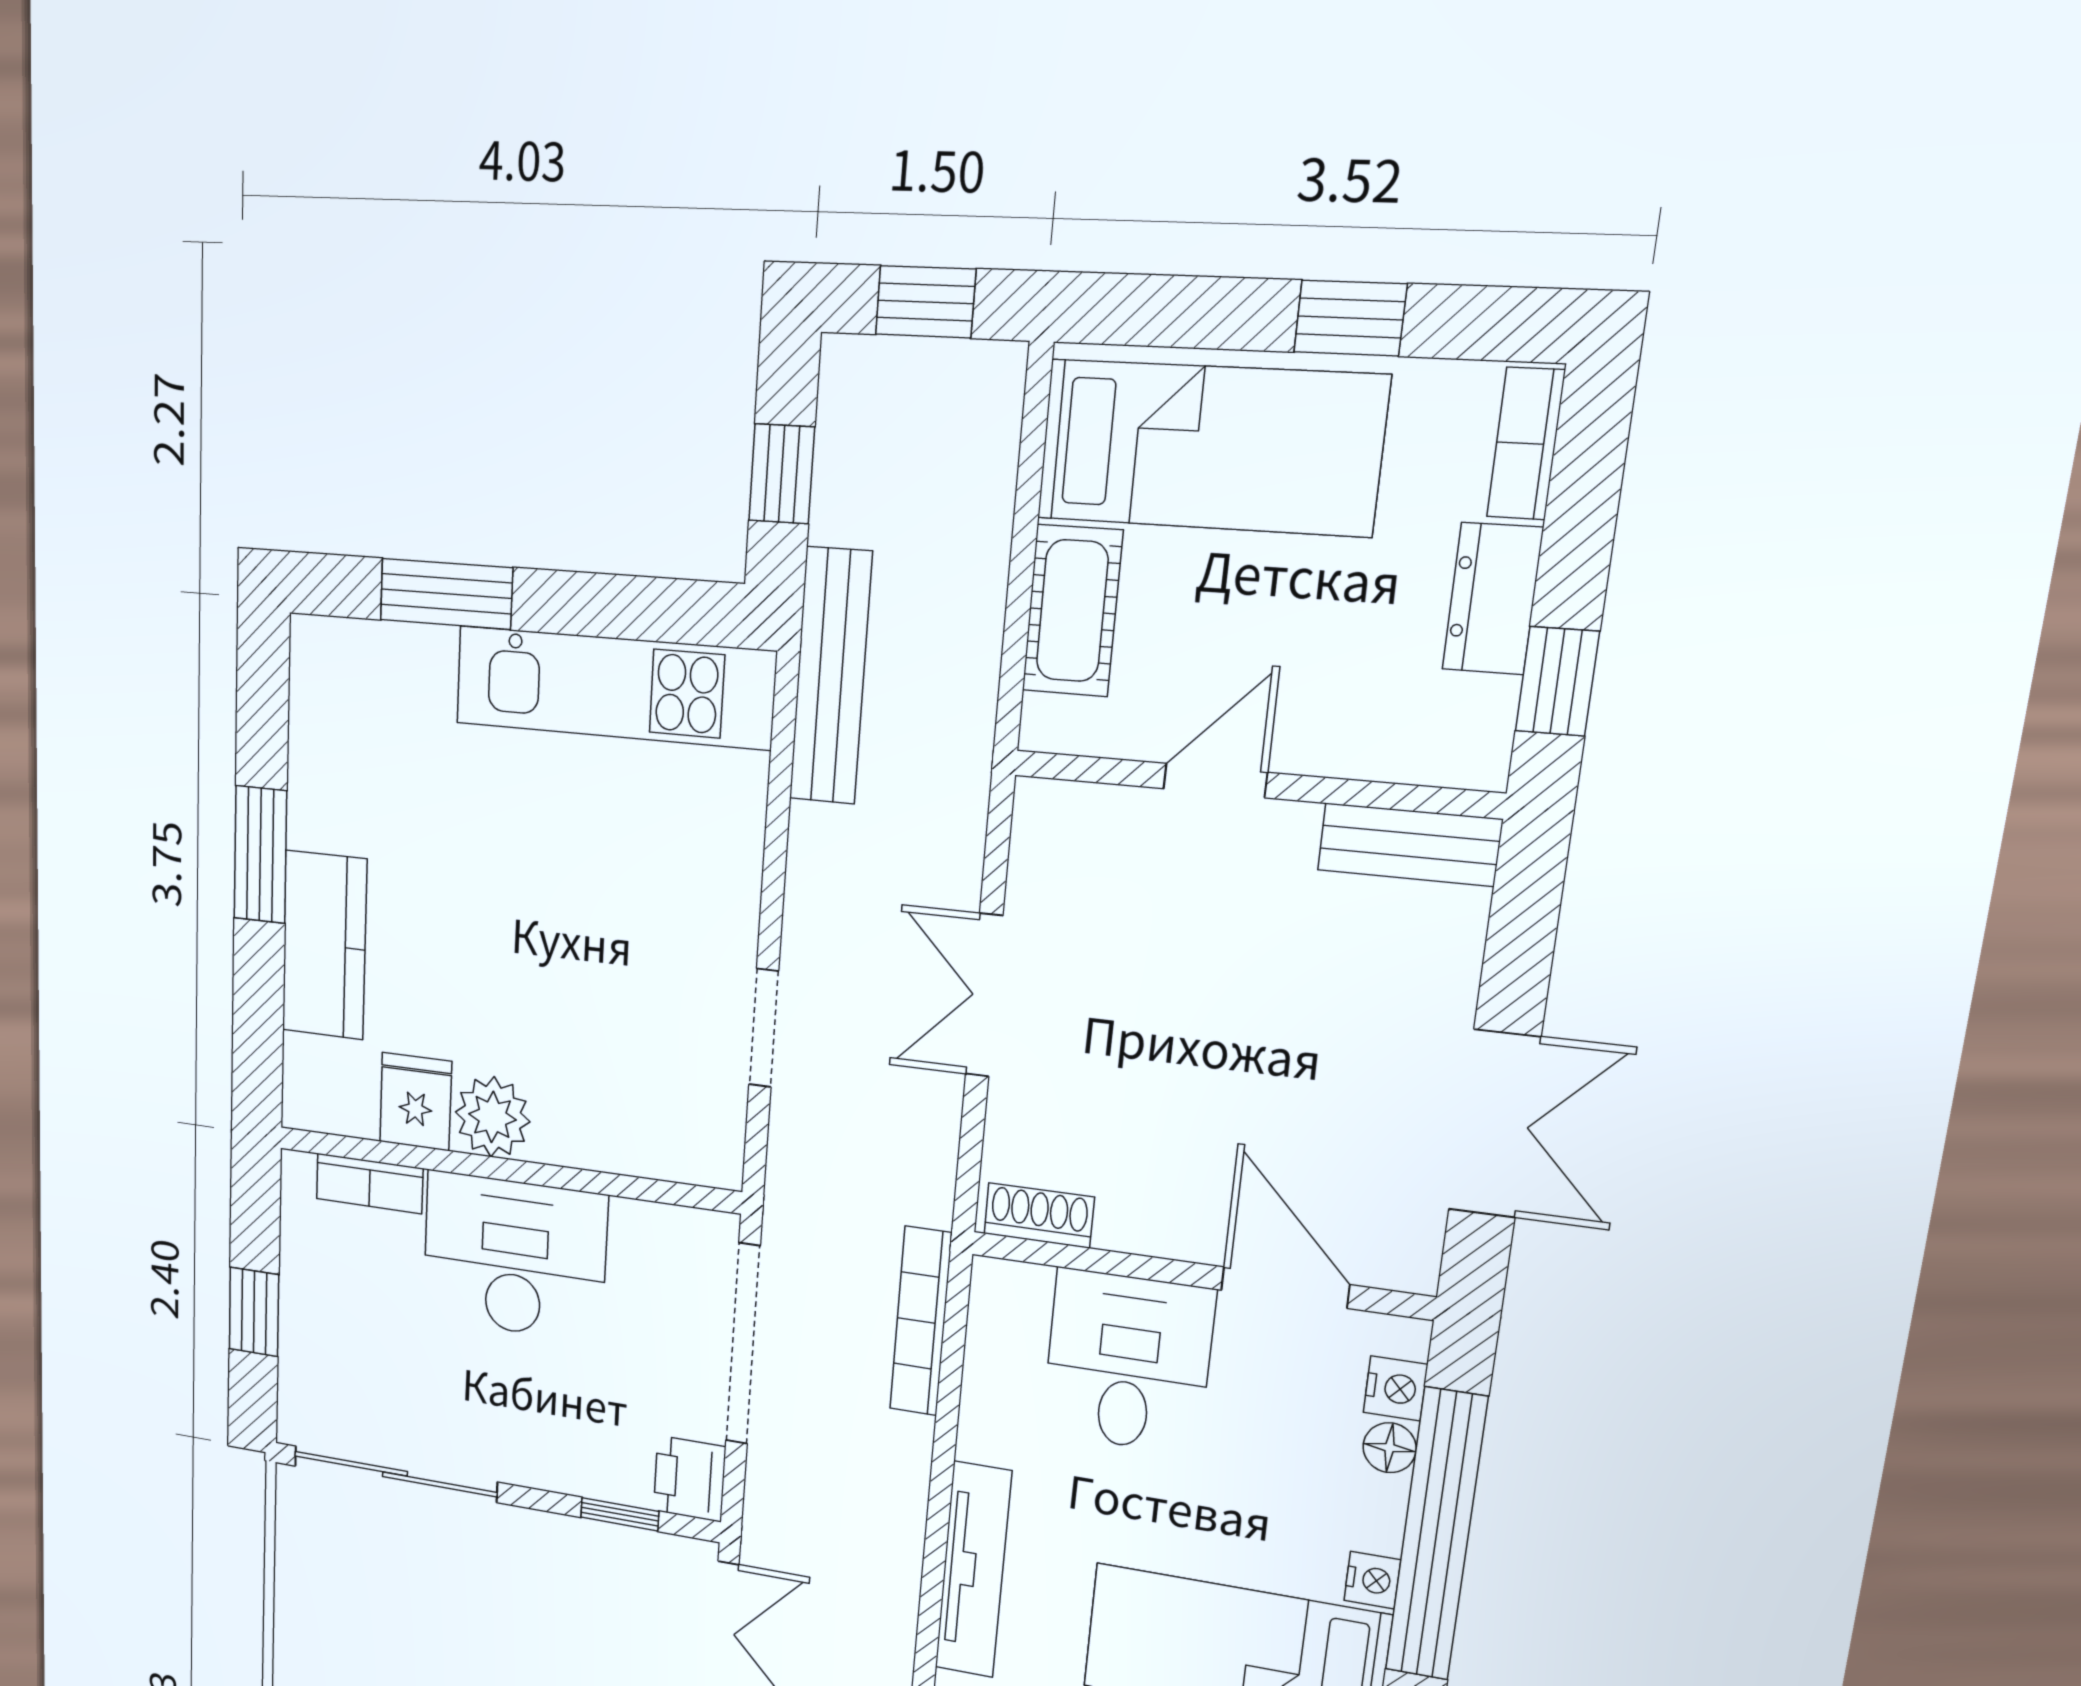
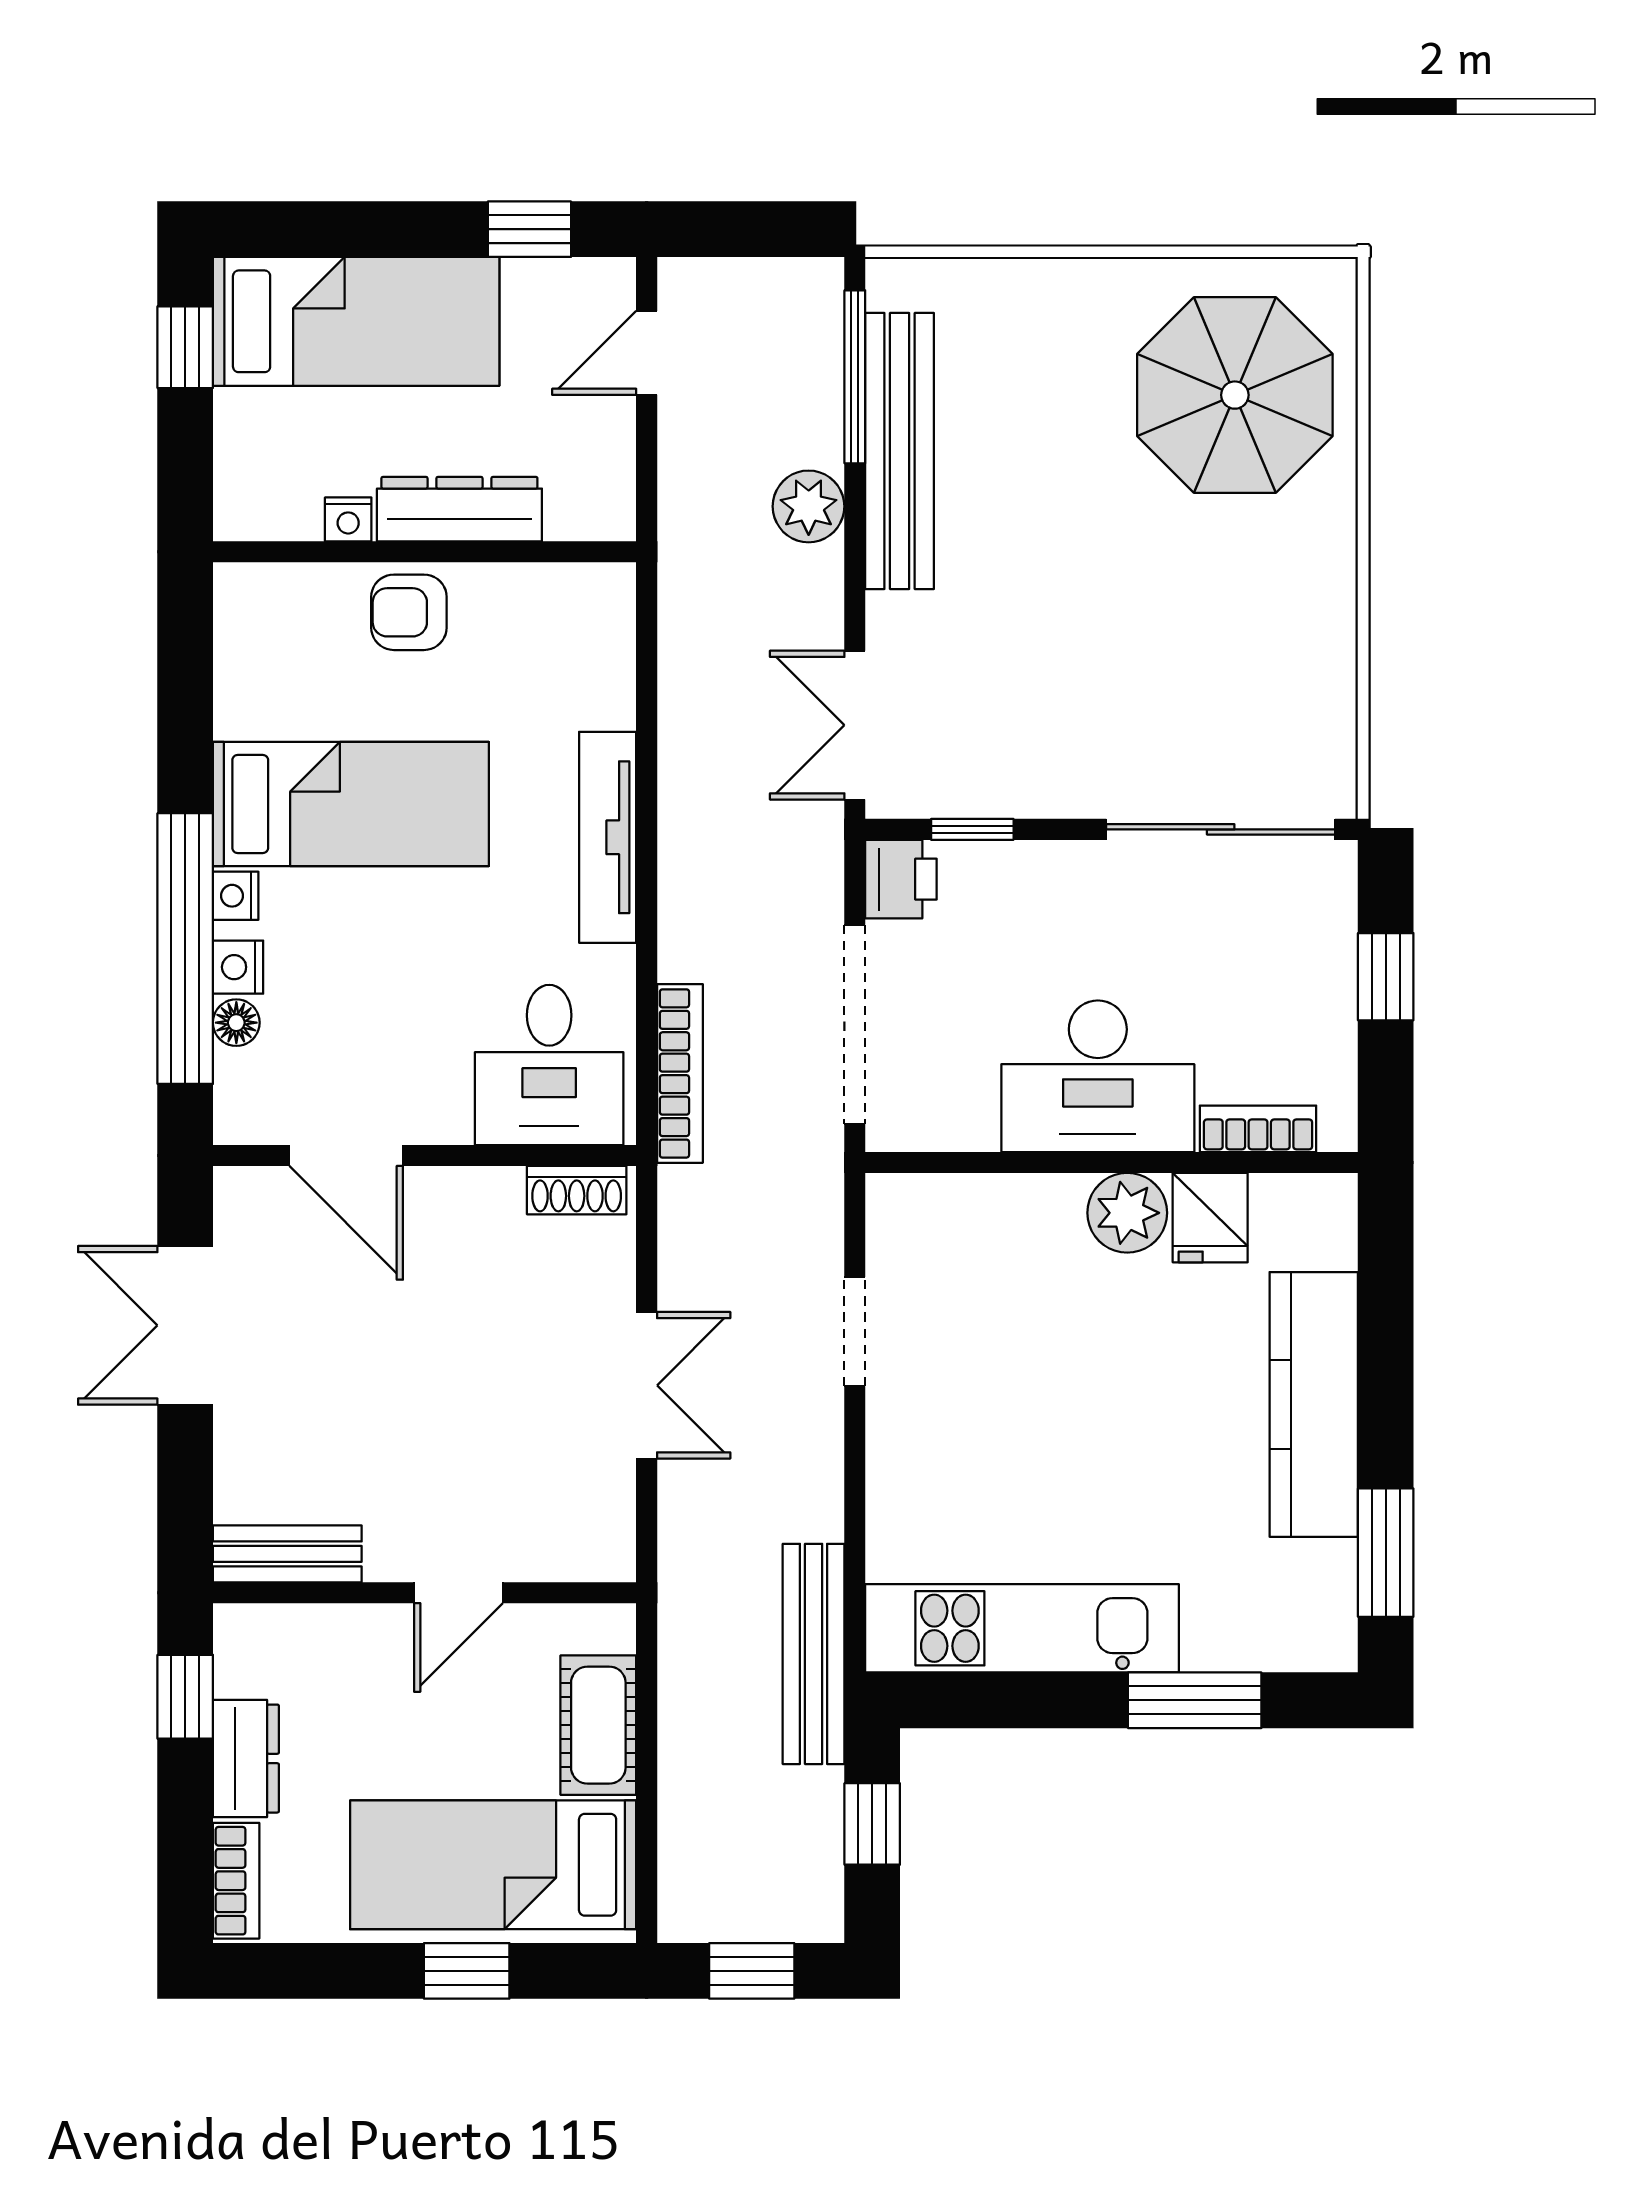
window: (1350, 318) -> (467, 1971), moved
window: (260, 855) -> (1386, 1553), moved
kitchen counter: (324, 945) -> (1314, 1404), width x1.50
desk: (1128, 1362) -> (549, 1065), moved
nightstand: (1396, 1388) -> (238, 967), moved

